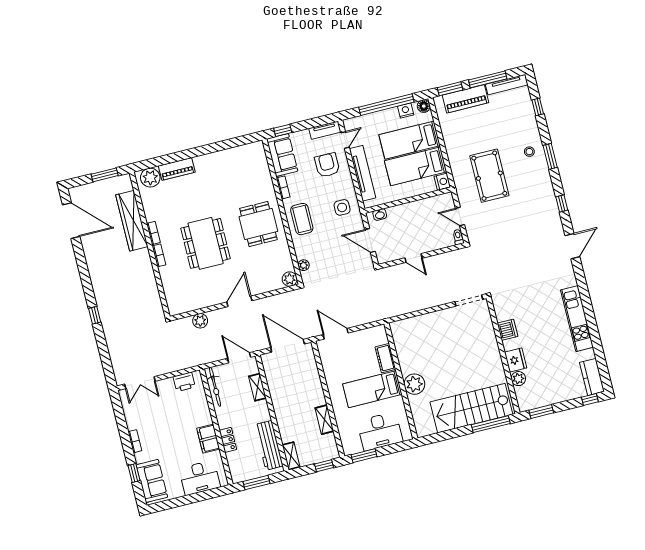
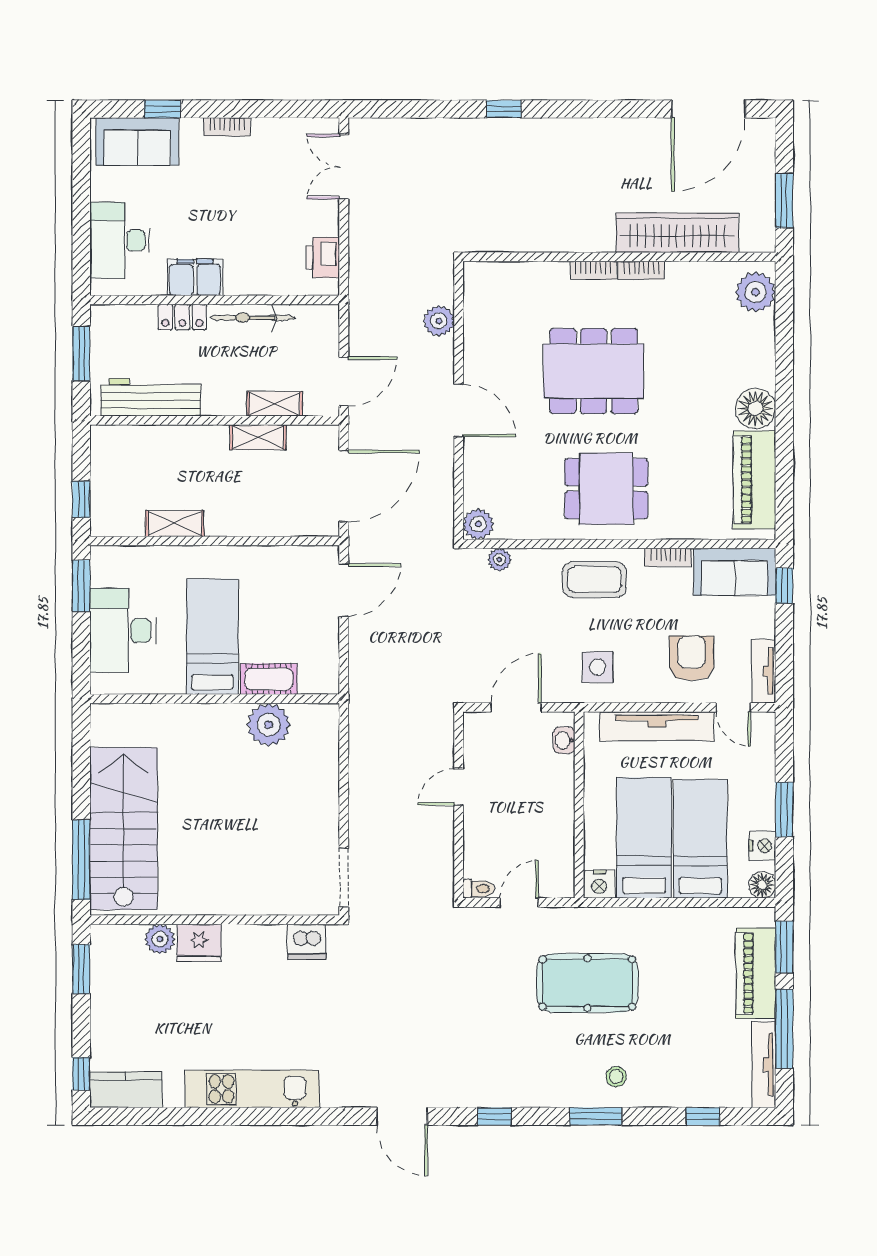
window: (386, 105) -> (784, 810), width x0.47
floor lamp: (204, 164) -> (756, 409), added
armchair: (327, 165) -> (692, 658), turned -90
piano: (177, 169) -> (754, 480), moved, width x1.37, depth x1.33
dishwasher: (508, 330) -> (307, 942), moved
plant: (414, 384) -> (269, 725), moved
bicycle: (215, 387) -> (253, 318), moved
shelving: (291, 456) -> (258, 437), moved

